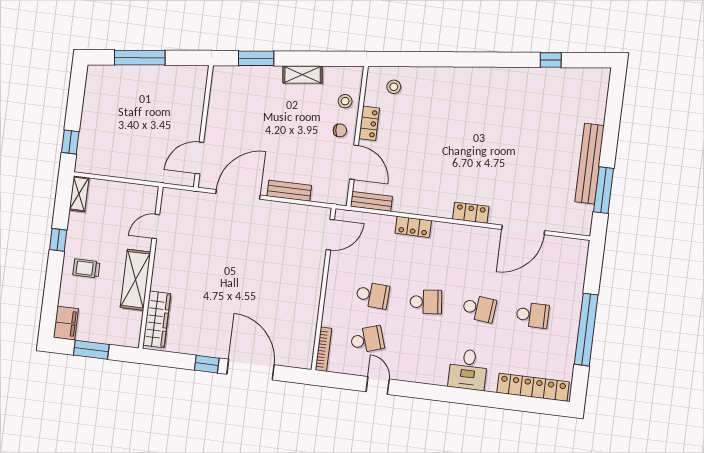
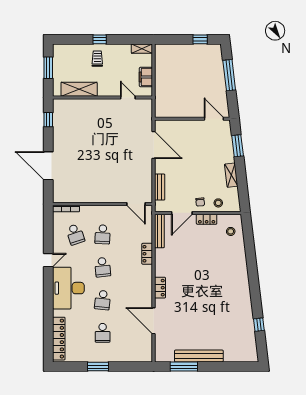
window: (70, 142) -> (200, 39), moved
door: (199, 158) -> (214, 119), moved
bench: (289, 191) -> (160, 187), moved
bench: (371, 201) -> (159, 231), width x1.36
window: (58, 240) -> (100, 39), moved
shelving: (135, 280) -> (79, 89), moved
wardrobe: (157, 319) -> (72, 105), removed
filing cabinet: (66, 323) -> (146, 77), moved, turned 90
window: (586, 330) -> (98, 367), width x0.47
window: (207, 364) -> (48, 120), moved
desk: (468, 369) -> (68, 288), width x1.87, depth x1.30
door: (250, 370) -> (48, 166), swing flipped
door: (378, 385) -> (48, 260), moved

